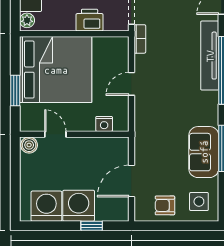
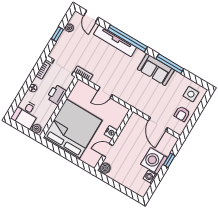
door: (131, 84) -> (105, 93), hinge flipped
window: (15, 90) -> (71, 158), removed
nightstand: (104, 124) -> (111, 132), moved
sofa: (204, 152) -> (156, 70), moved
washing machine: (46, 206) -> (150, 177), width x0.53, depth x0.53

